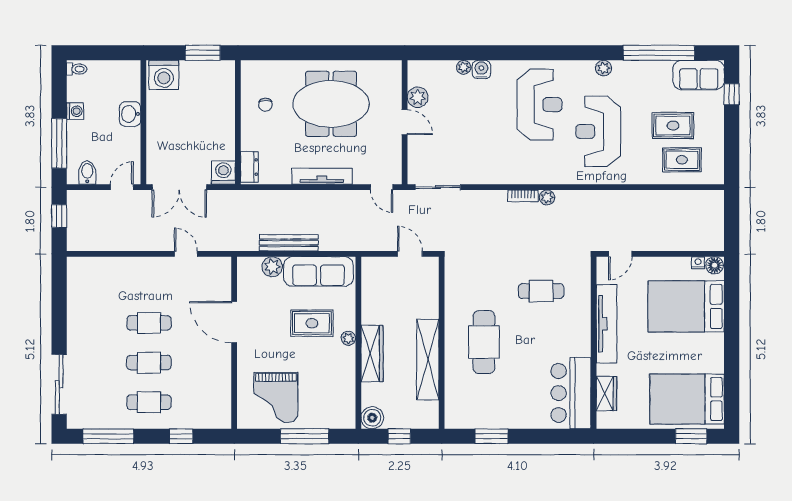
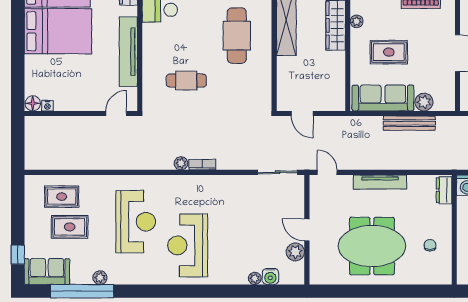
plant: (604, 68) -> (100, 278), moved
water cooler: (481, 69) -> (270, 276), moved
bed: (686, 306) -> (58, 31), moved
plant: (348, 338) -> (357, 21), moved

